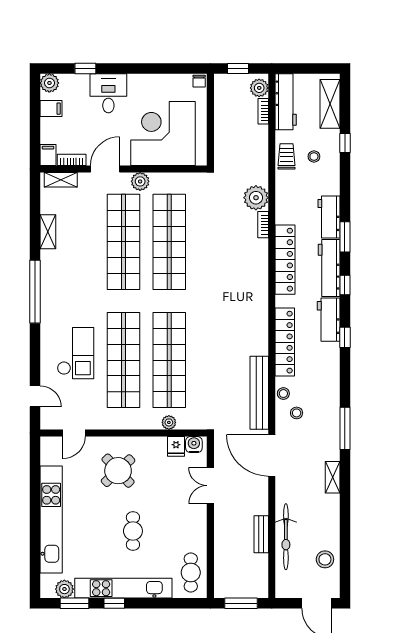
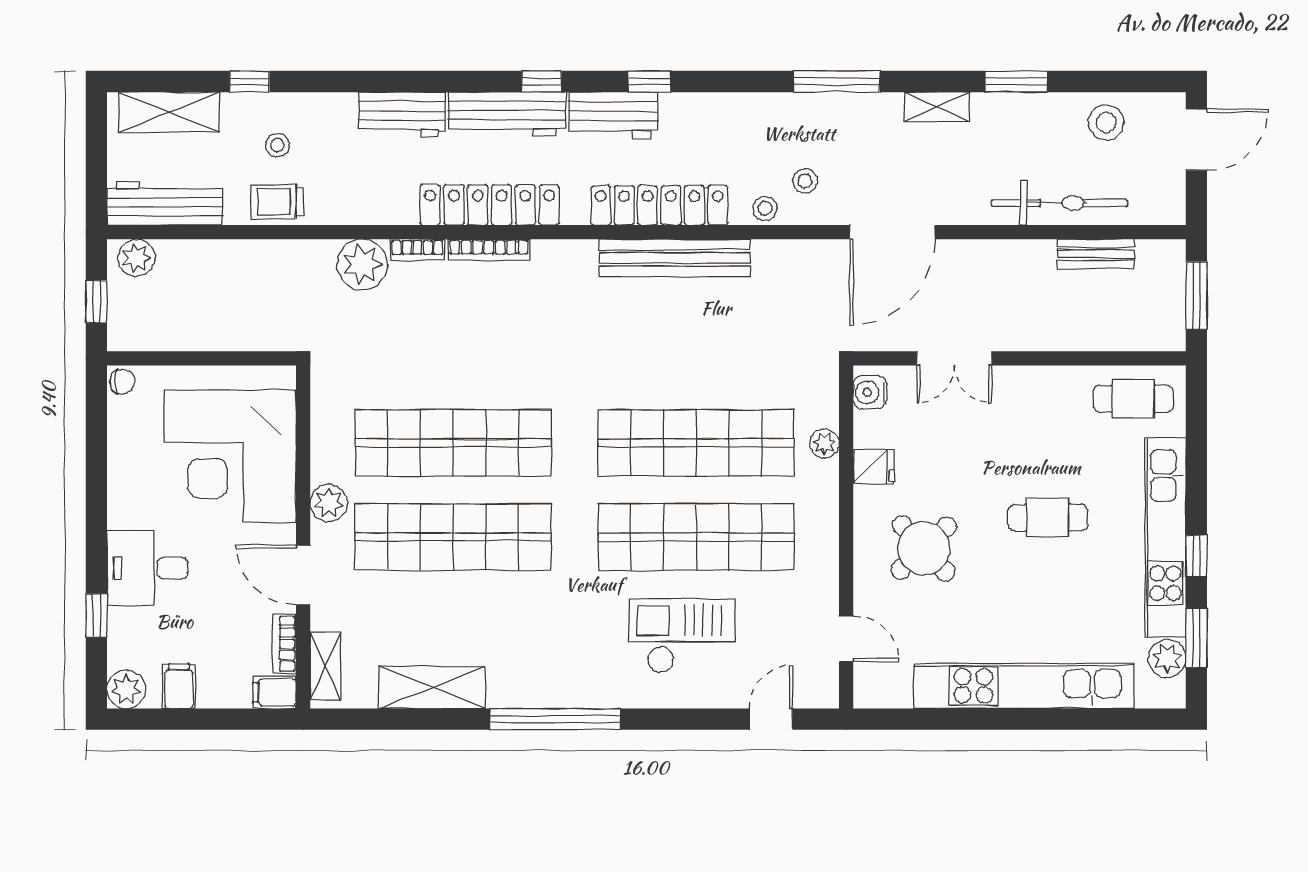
bookcase: (263, 111) -> (489, 250), moved, width x1.56
shelving: (48, 232) -> (432, 687), width x1.50, depth x1.33
window: (345, 237) -> (1016, 81), moved
bench: (259, 393) -> (675, 258), moved
fridge: (176, 446) -> (874, 467), moved
bench: (261, 534) -> (1096, 254), moved

